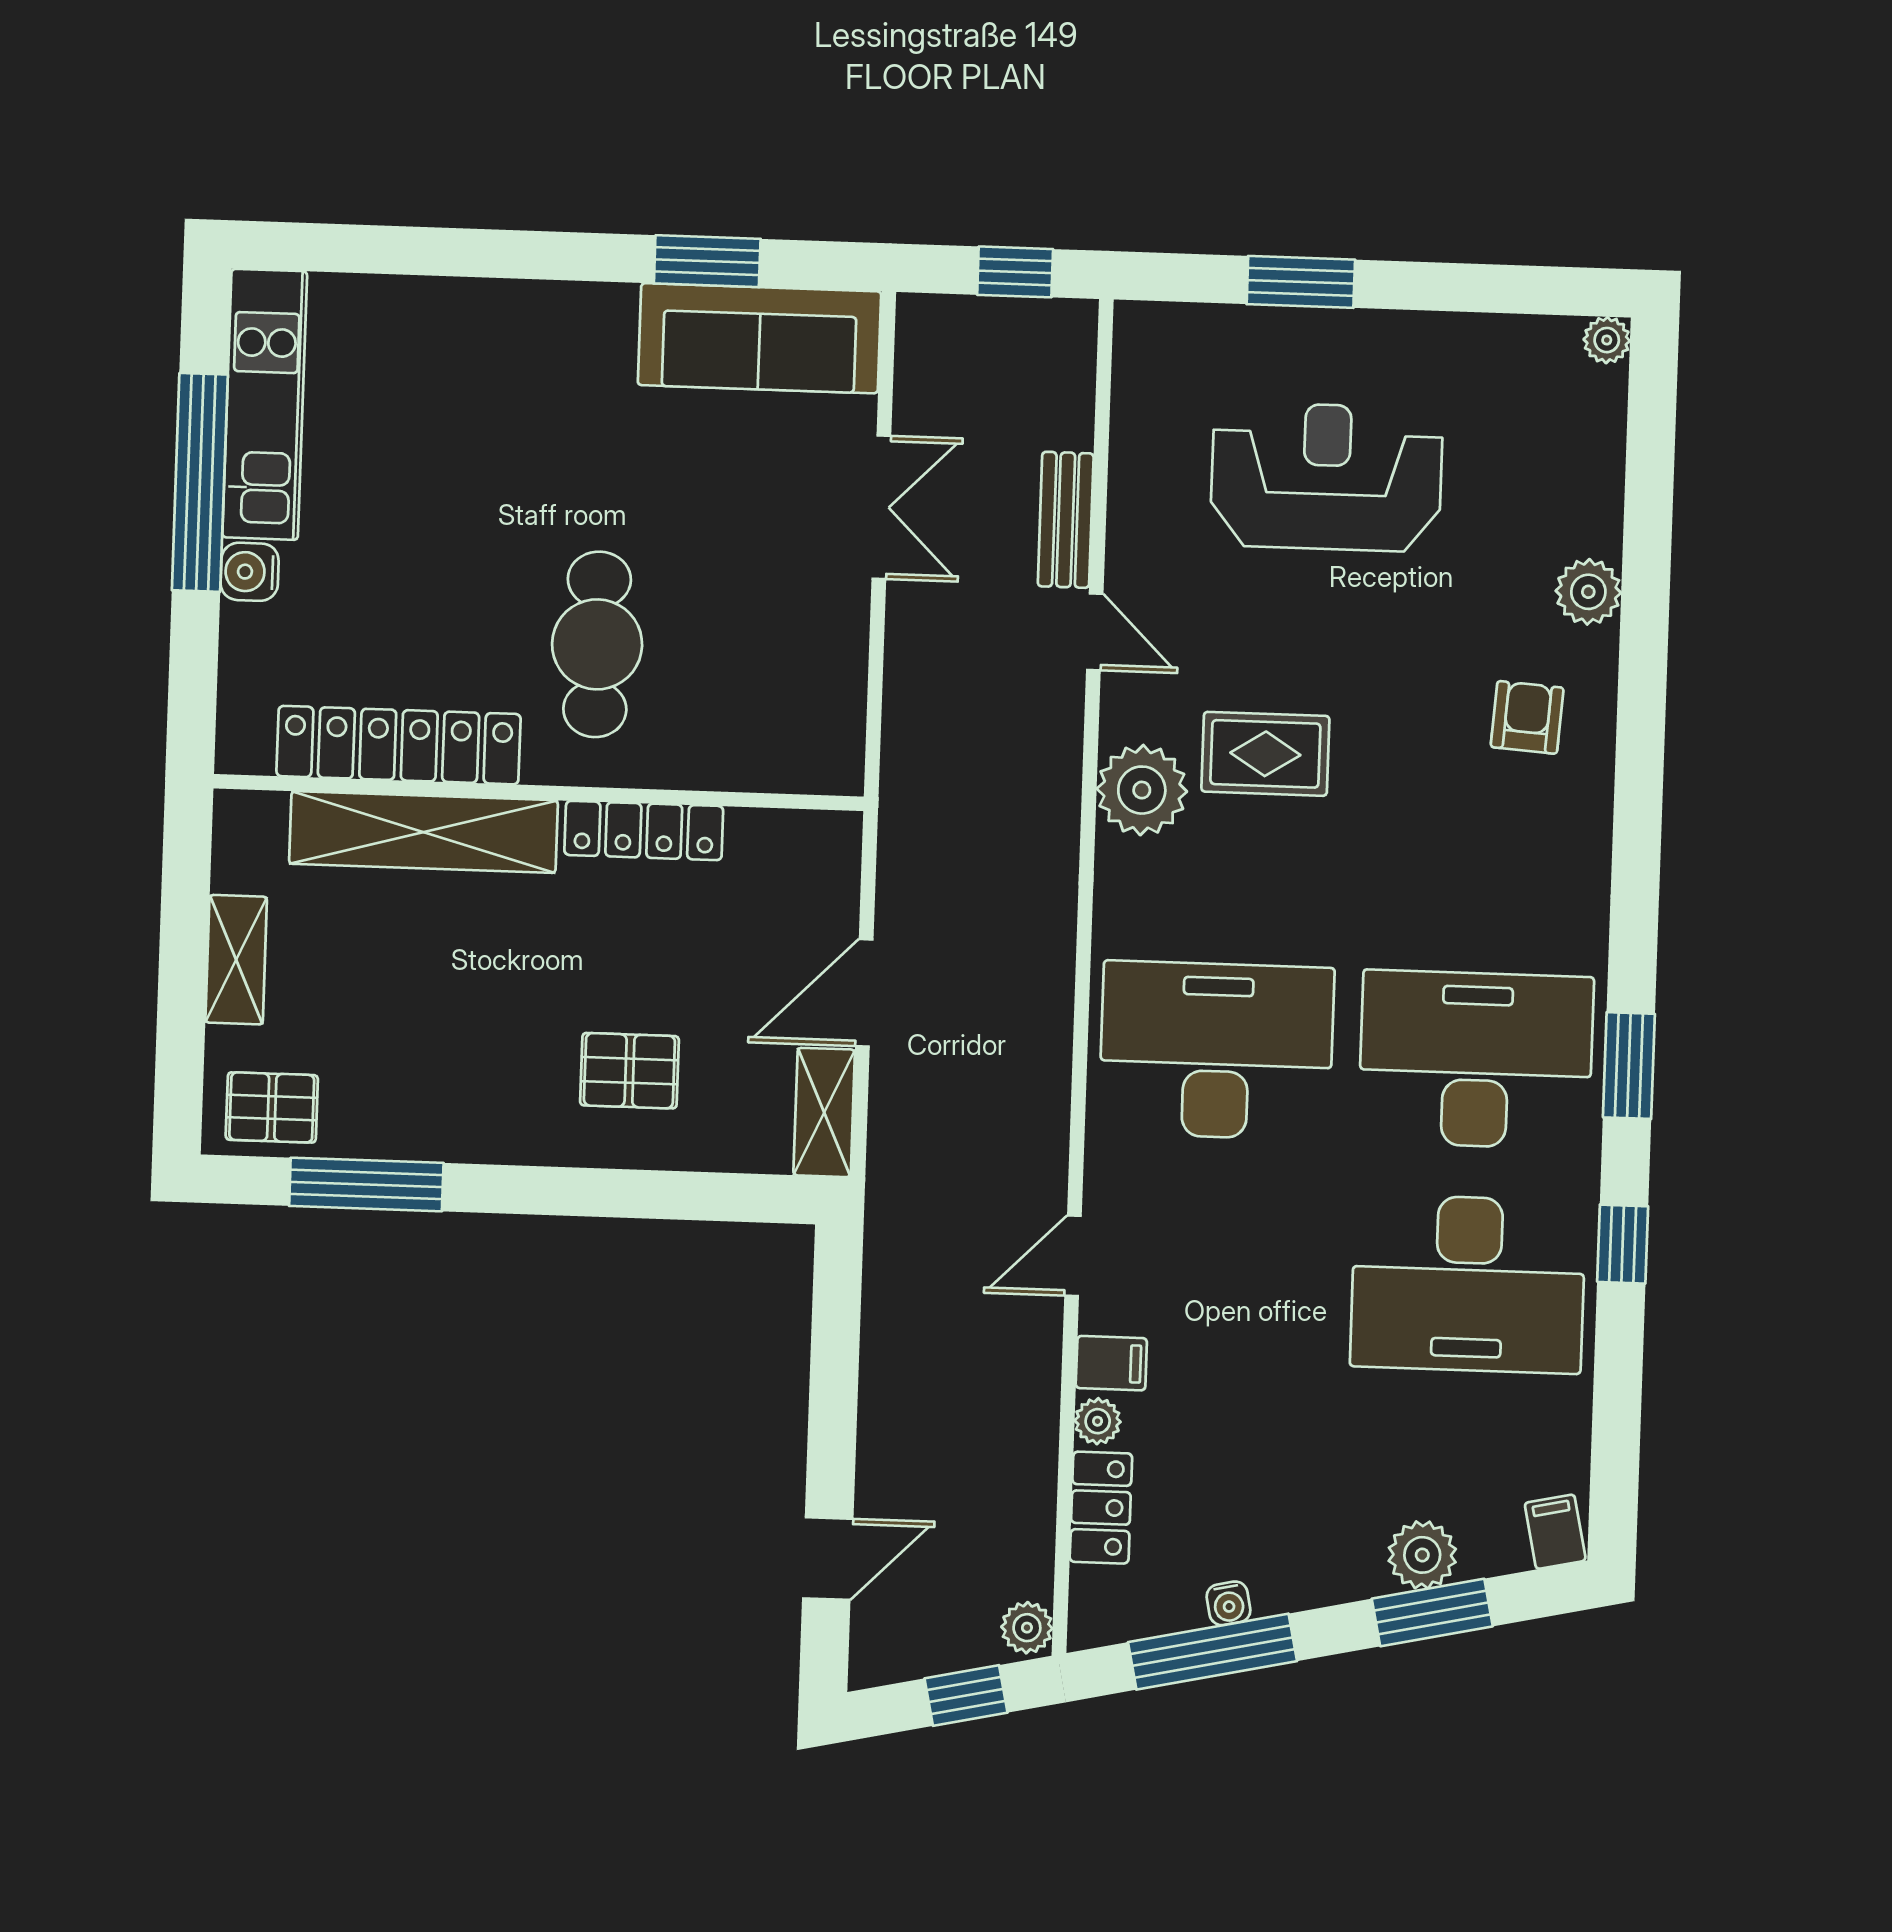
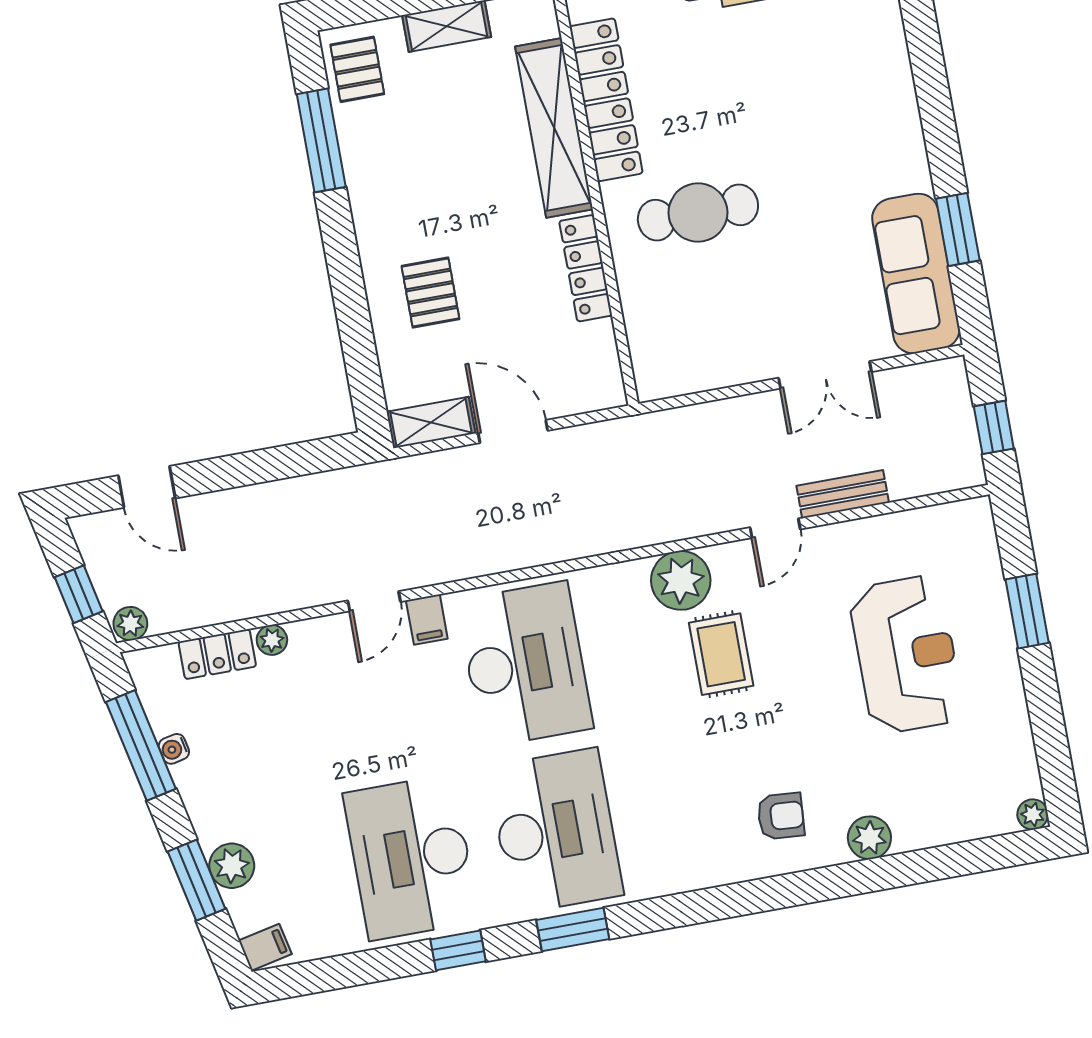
door: (1073, 1256) -> (374, 601), swing flipped
filing cabinet: (1111, 1363) -> (427, 620), moved

